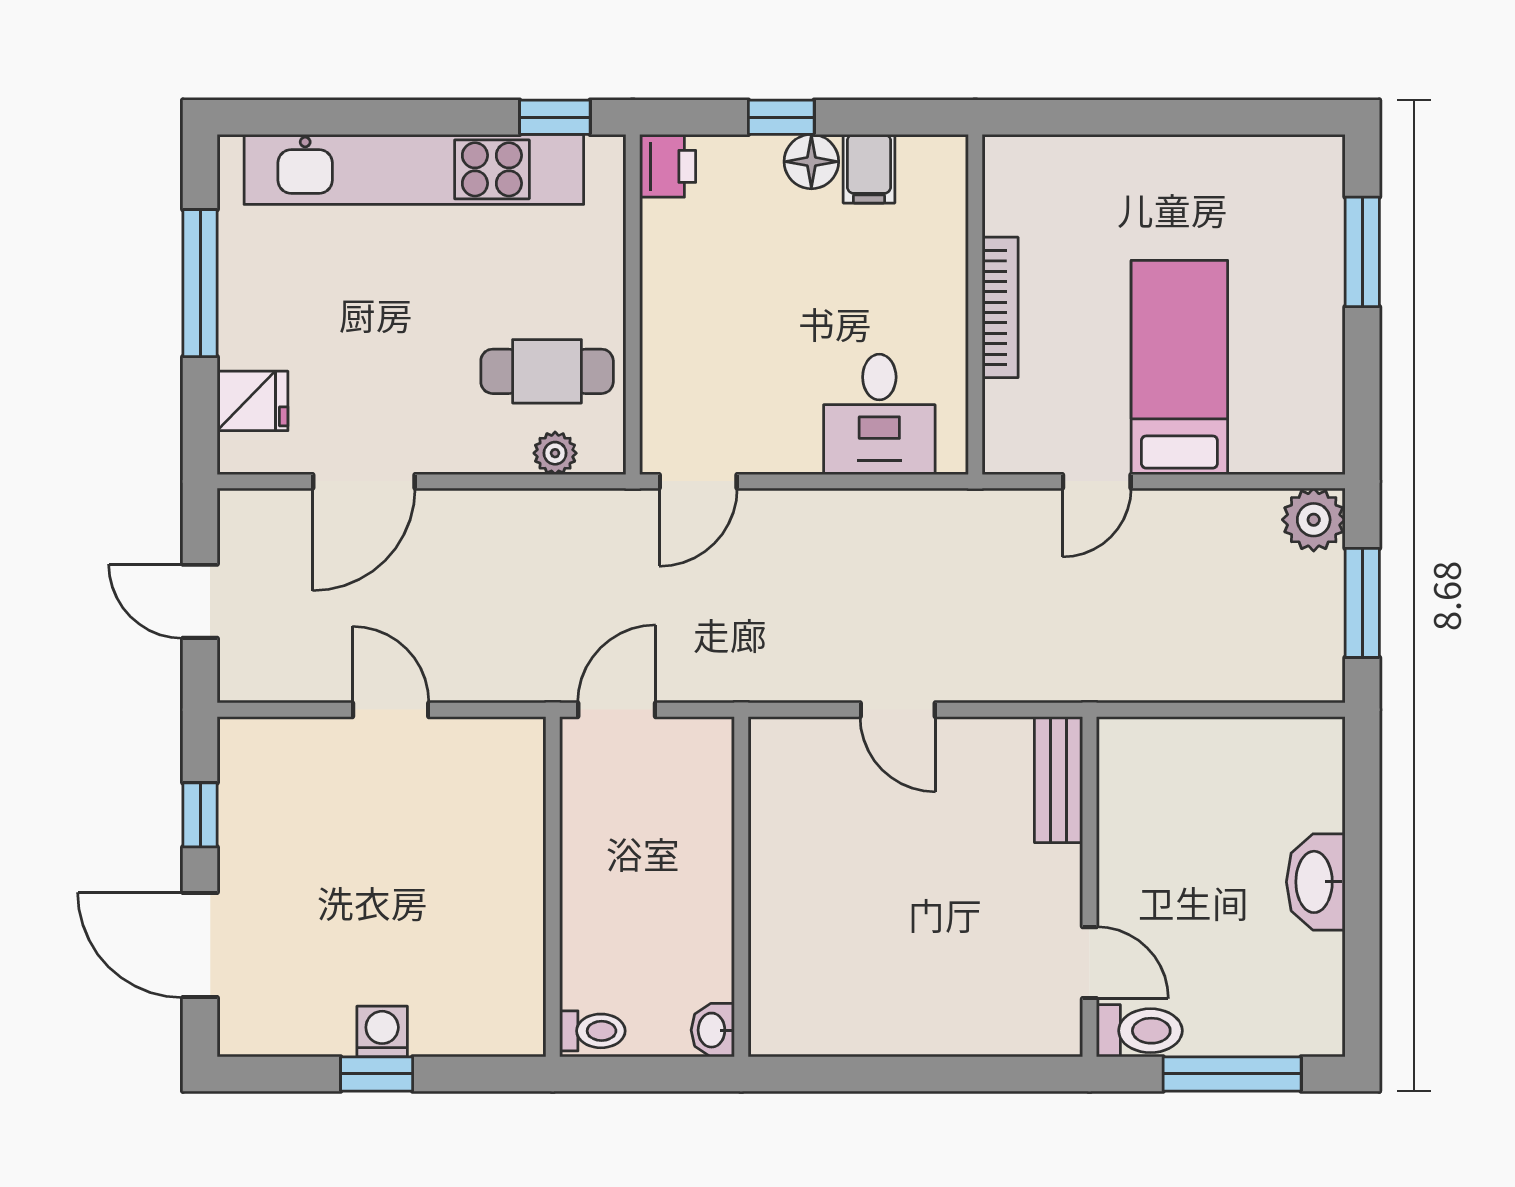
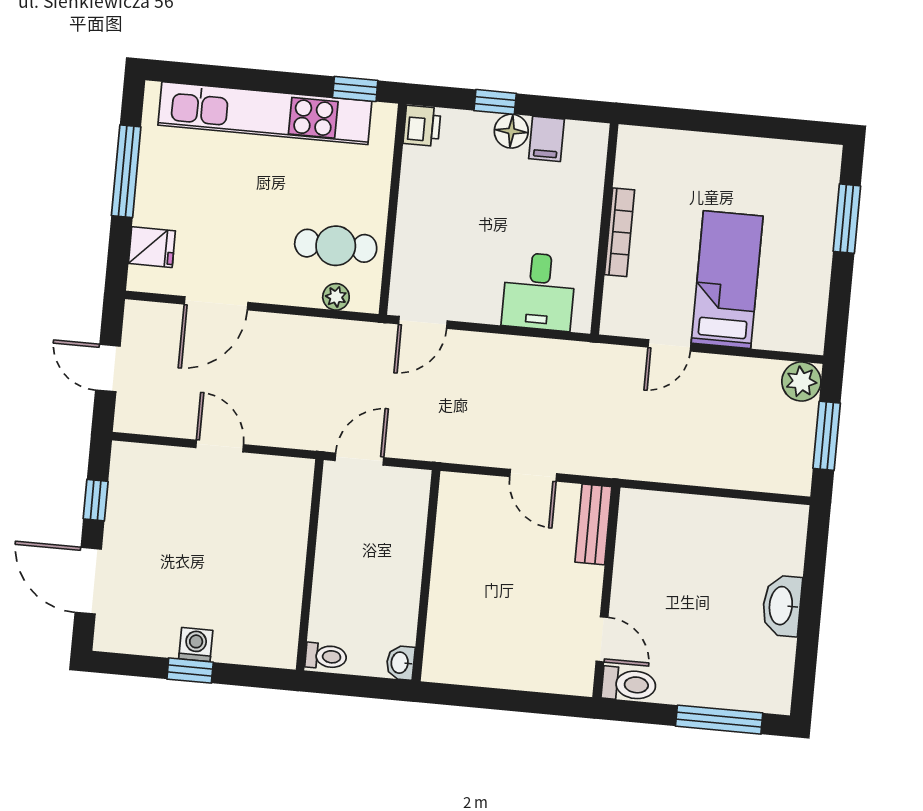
bench: (1058, 780) -> (593, 524), moved
wall: (1089, 887) -> (606, 592), moved
door: (1089, 963) -> (602, 639), moved
toilet: (1139, 1031) -> (629, 684), moved

